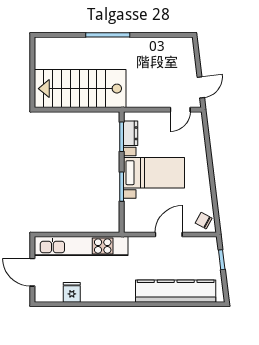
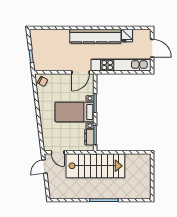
stairs: (80, 89) -> (95, 166), moved
door: (180, 110) -> (58, 152), swing flipped
door: (169, 234) -> (81, 72), moved
kitchen counter: (176, 291) -> (95, 36), moved

